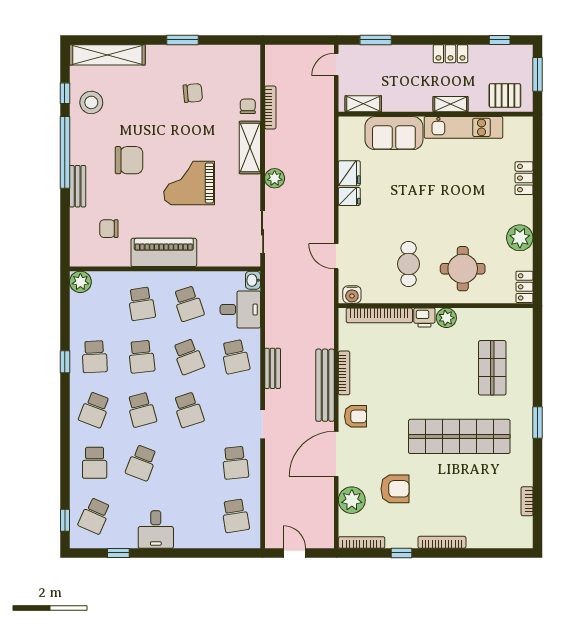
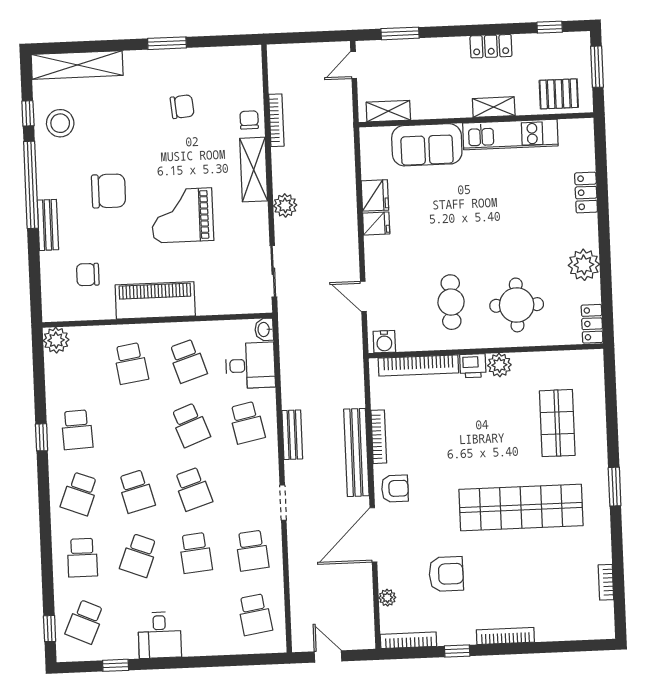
school desk: (142, 357) -> (196, 553), moved
plant: (352, 500) -> (387, 598), width x0.53, depth x0.53

